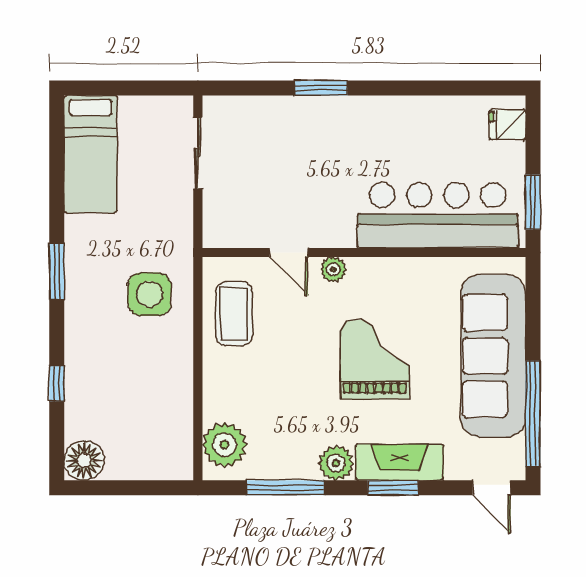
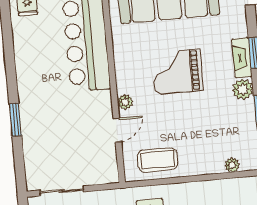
plant: (225, 445) -> (232, 165), width x0.53, depth x0.53
fireplace: (400, 462) -> (242, 58), width x0.73, depth x0.76

